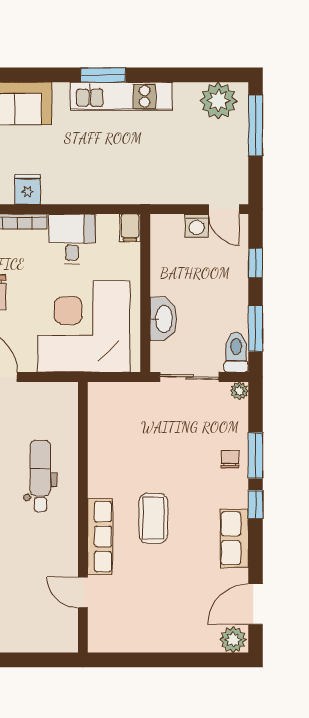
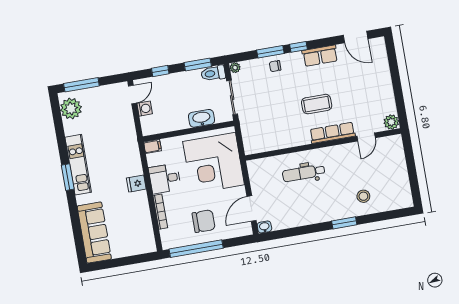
fridge: (28, 189) -> (136, 184), moved
plant: (233, 640) -> (391, 122), moved

